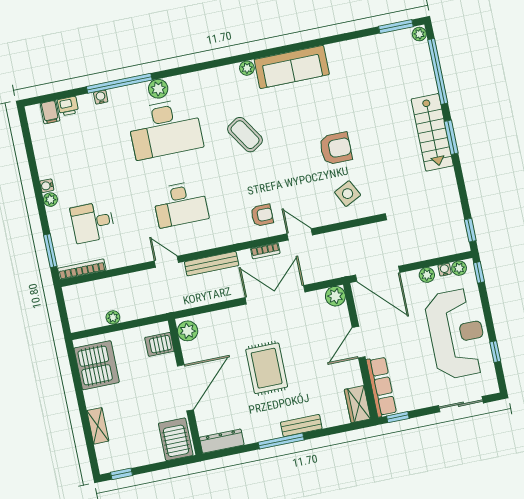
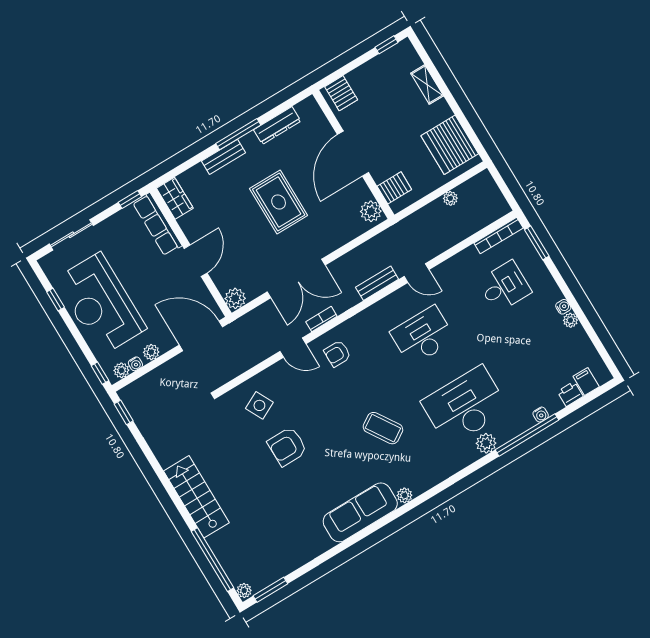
window: (451, 137) -> (176, 499), removed
plant: (50, 200) -> (570, 320), moved
bench: (212, 264) -> (377, 283), width x0.73
server rack: (176, 439) -> (341, 93), width x0.73, depth x0.70
dresser: (222, 441) -> (277, 125), moved

